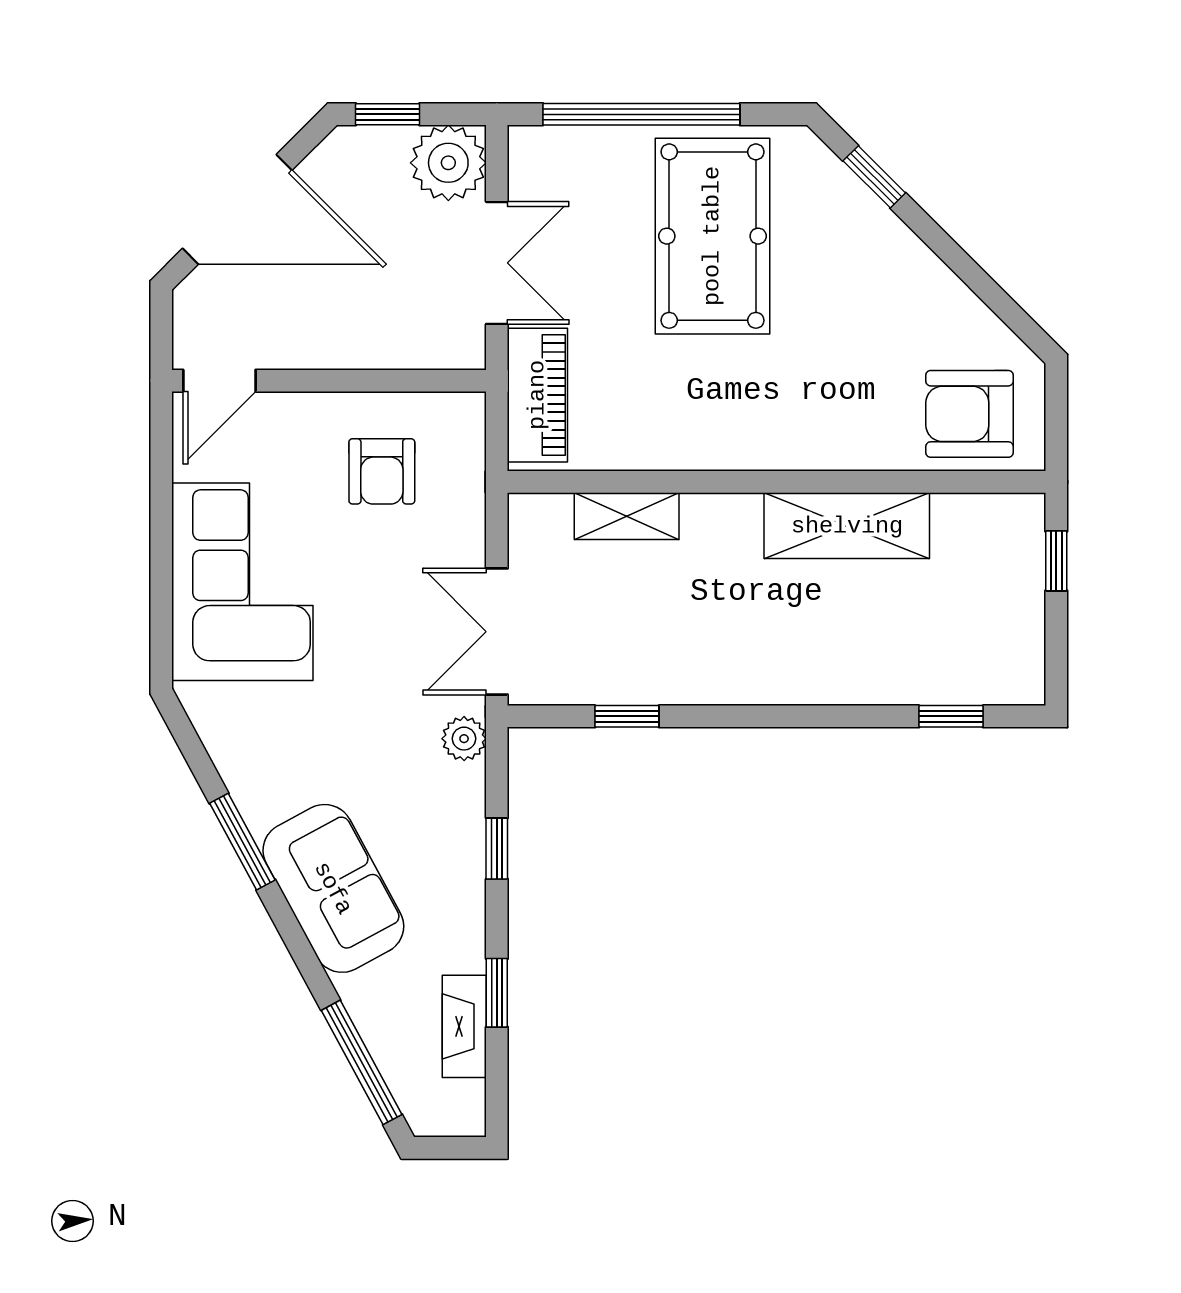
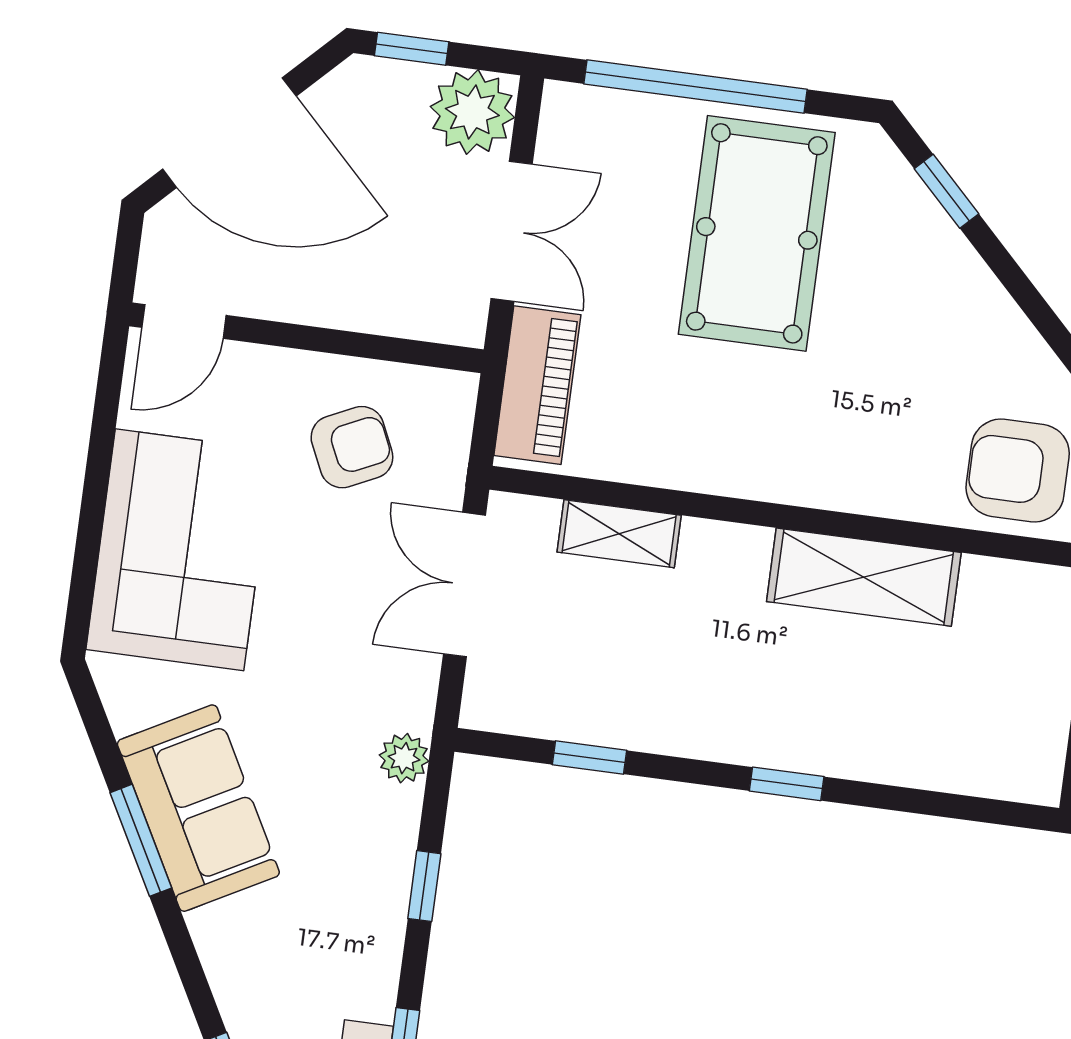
armchair: (382, 471) -> (352, 447), turned -115
double door: (497, 632) -> (465, 585), moved
window: (951, 716) -> (787, 784), moved
sofa: (333, 888) -> (198, 808), moved

